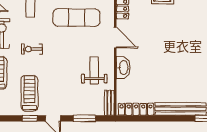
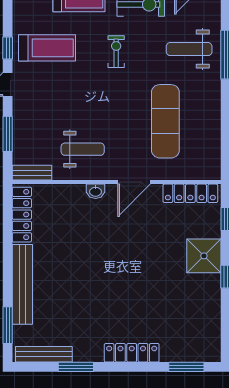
washbasin: (123, 68) -> (96, 191), width x0.52, depth x0.69

